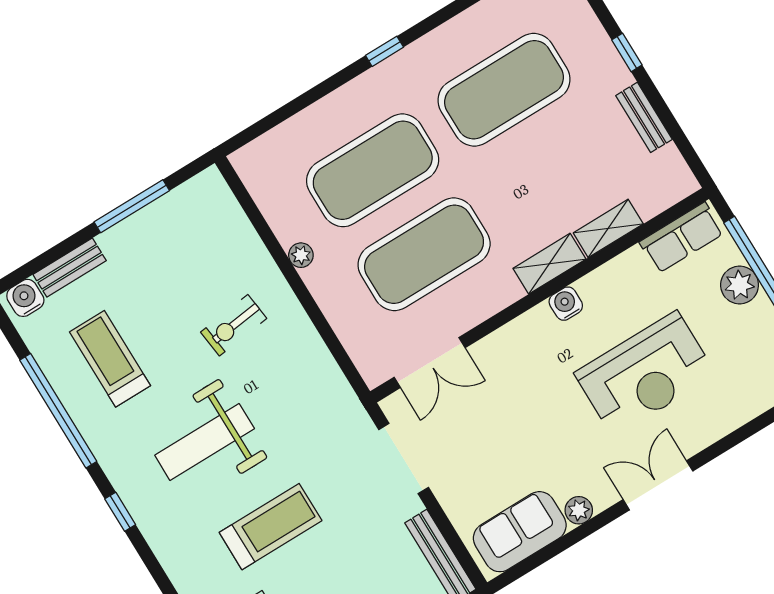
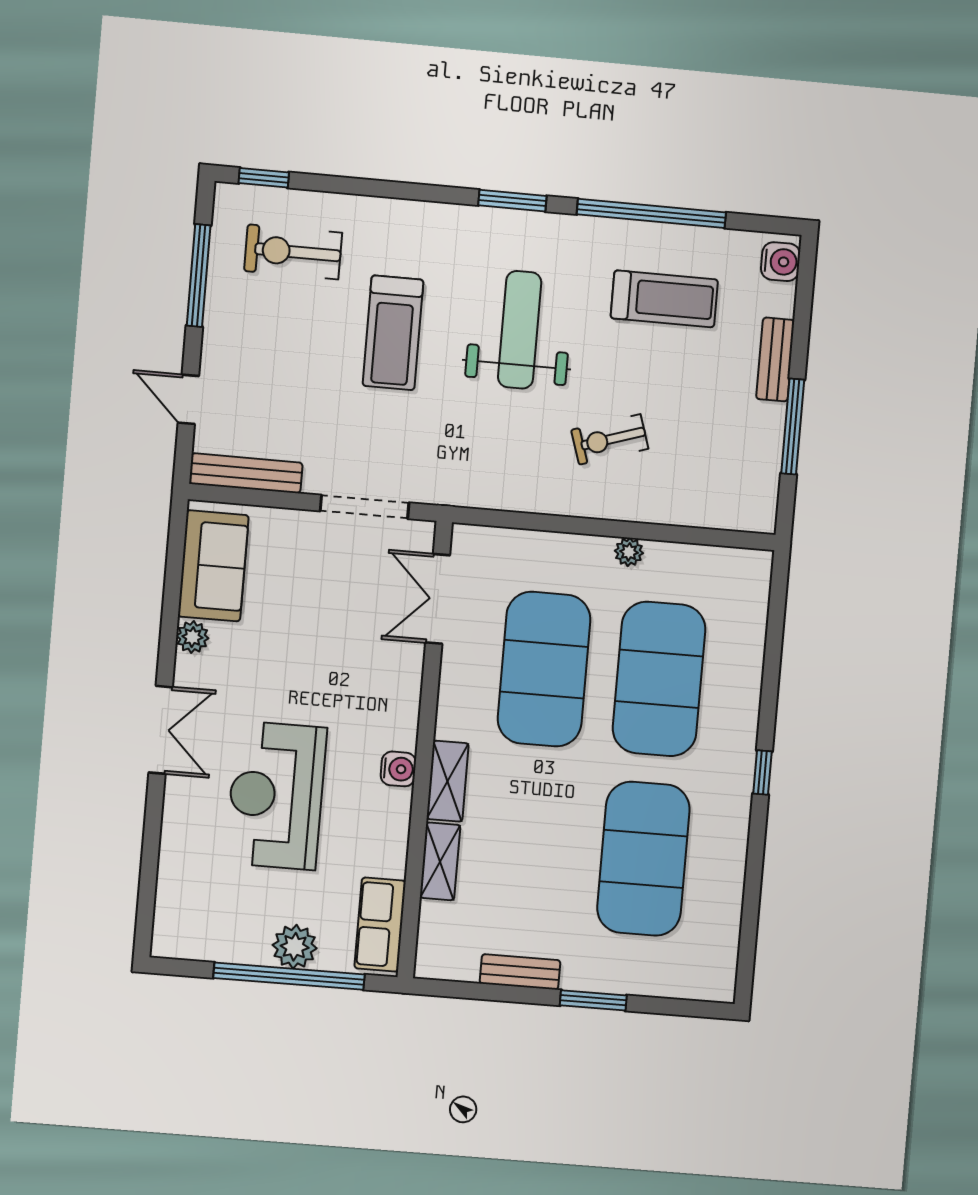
window: (627, 52) -> (593, 1000), width x1.50
bench: (70, 268) -> (775, 359), moved
exercise bike: (234, 325) -> (610, 439), turned -101
window: (120, 512) -> (512, 201), width x1.50

